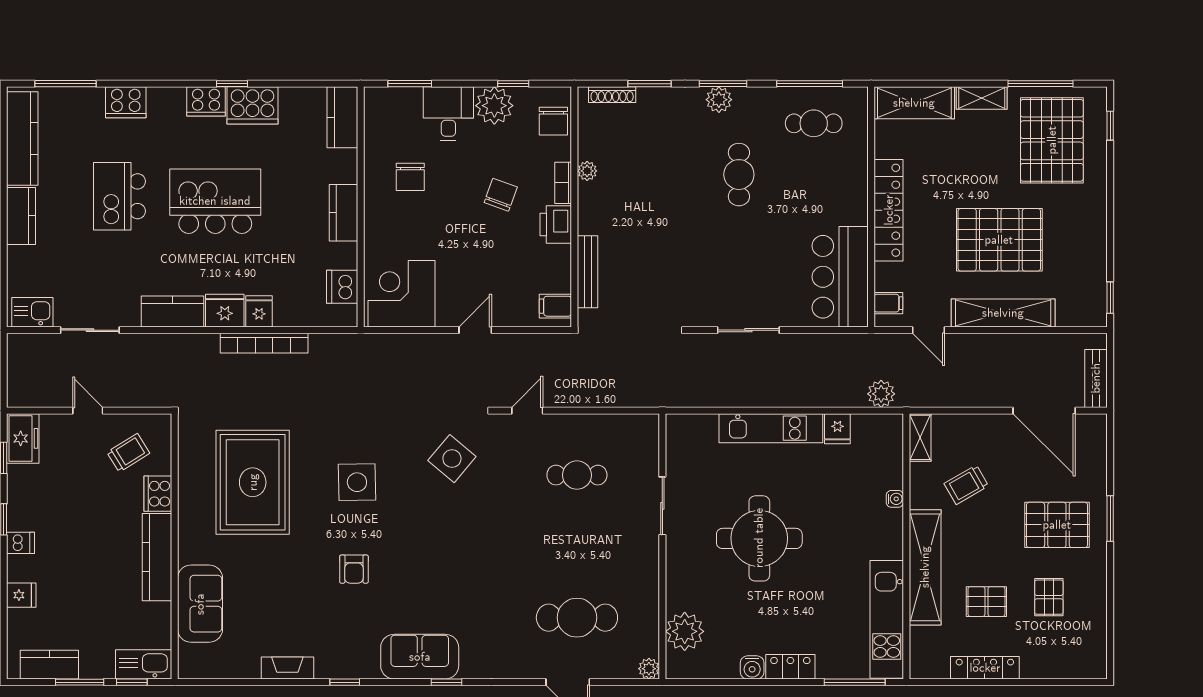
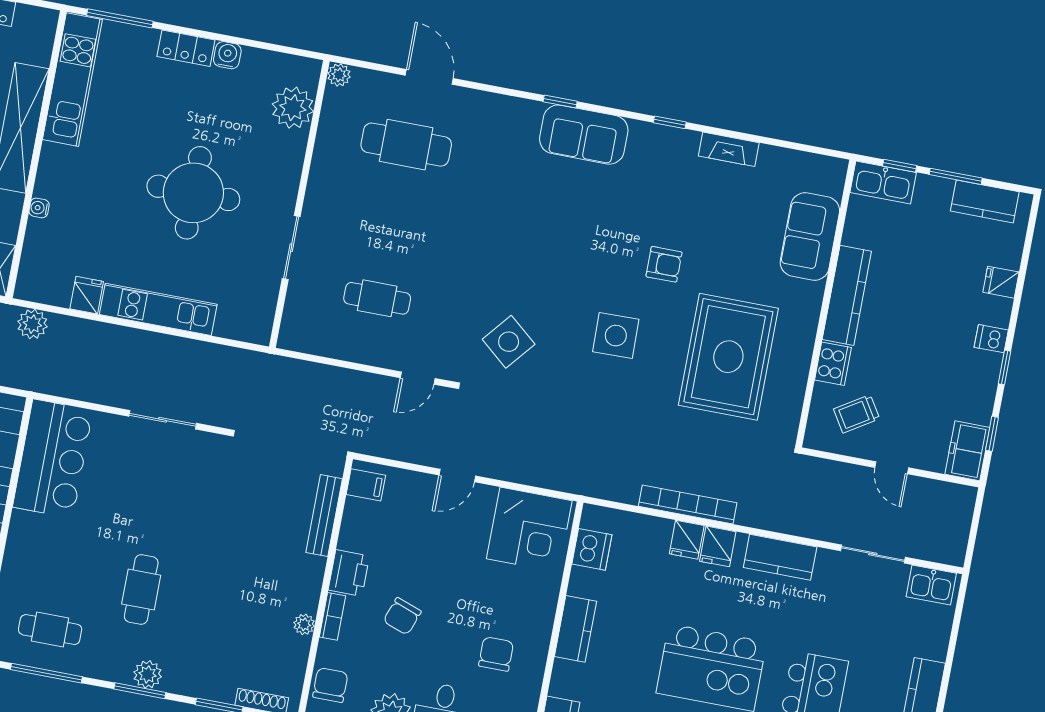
fridge: (225, 311) -> (718, 546), width x0.72
armchair: (354, 569) -> (664, 264), moved, turned 90

